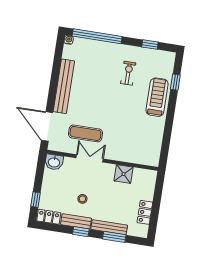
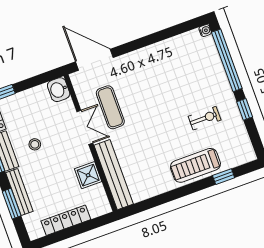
window: (150, 45) -> (245, 109), moved
bench: (64, 86) -> (114, 175), moved, turned 90
treadmill: (157, 97) -> (195, 165), turned 180
door: (47, 126) -> (94, 60), hinge flipped
locker: (145, 212) -> (66, 220), width x1.53

